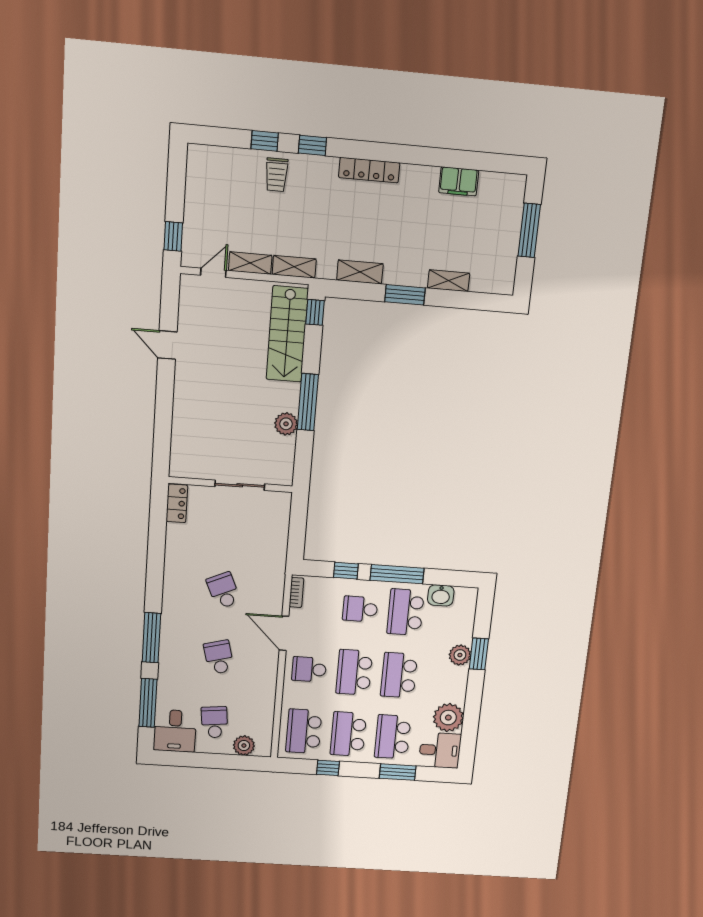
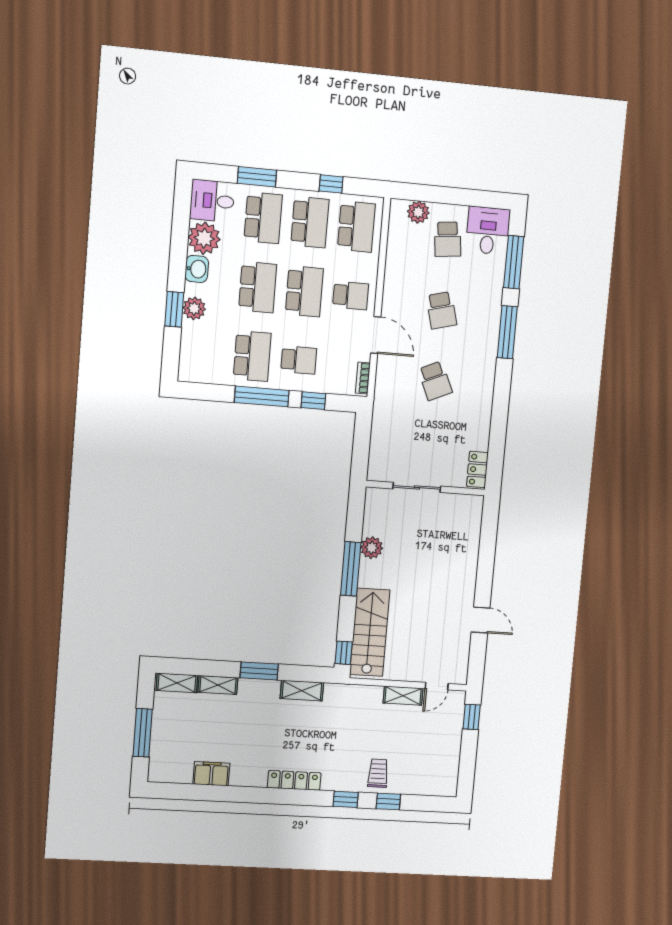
shelving: (294, 267) -> (177, 683), moved
washbasin: (441, 595) -> (197, 269), moved, turned 90

